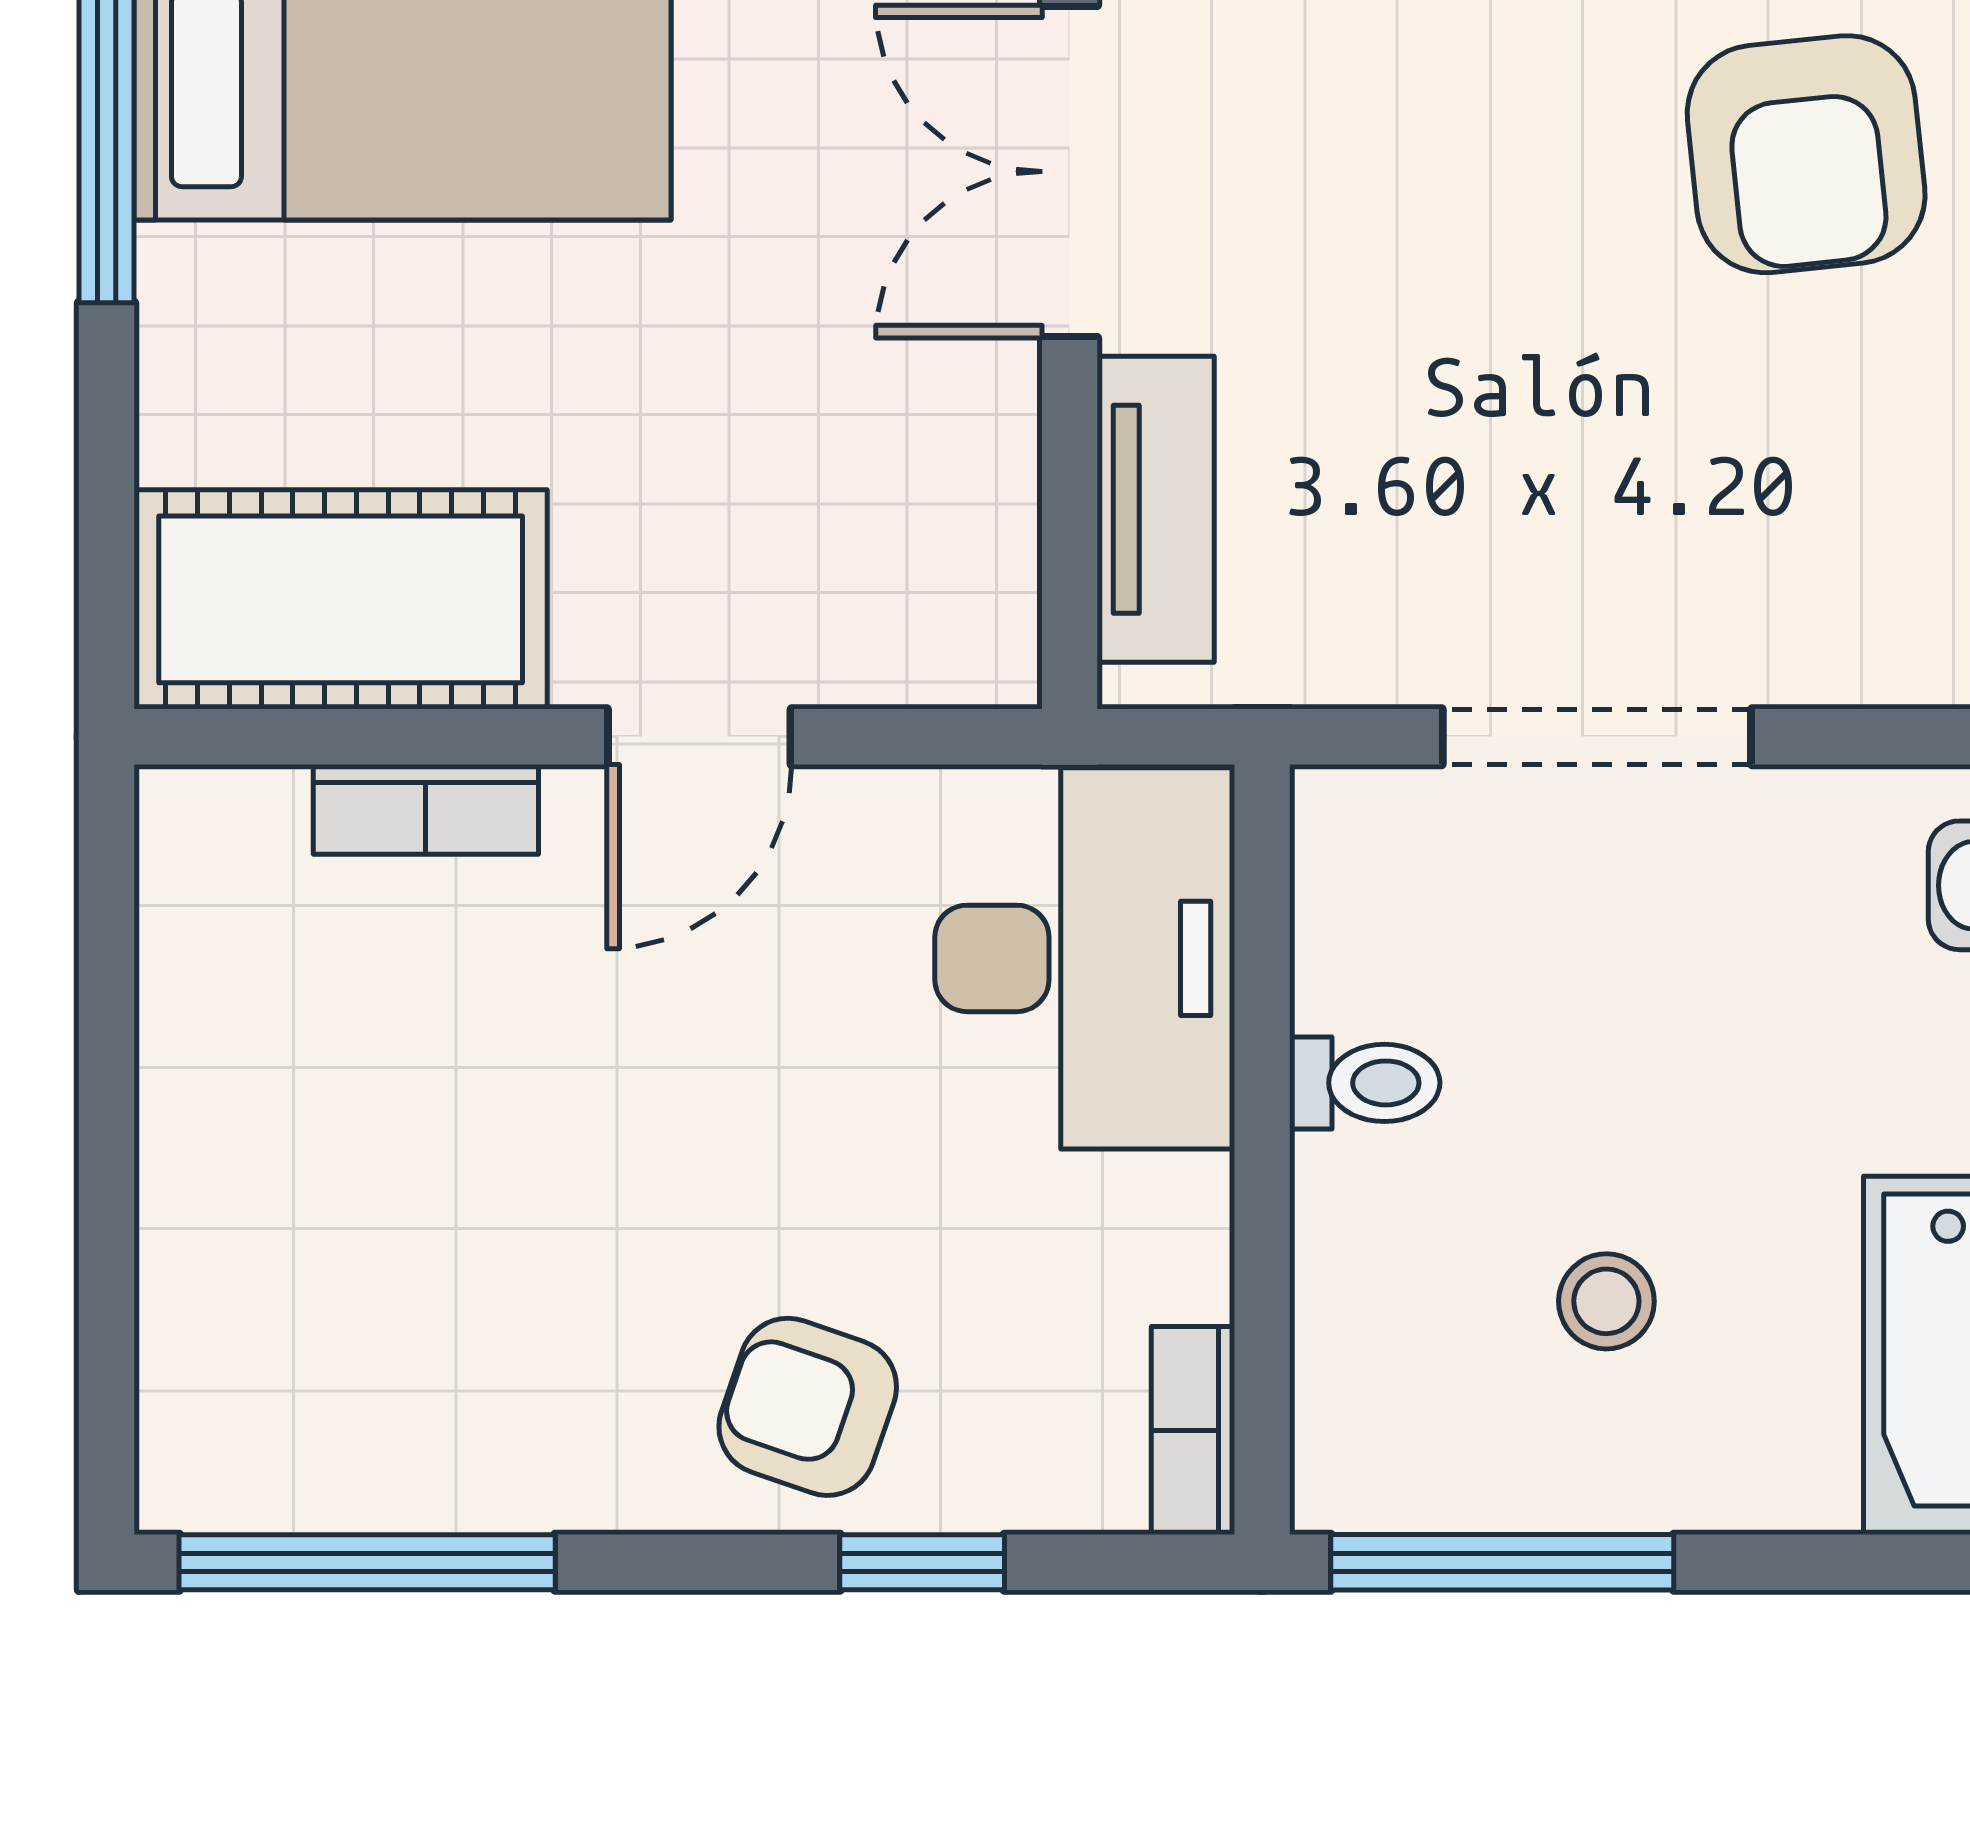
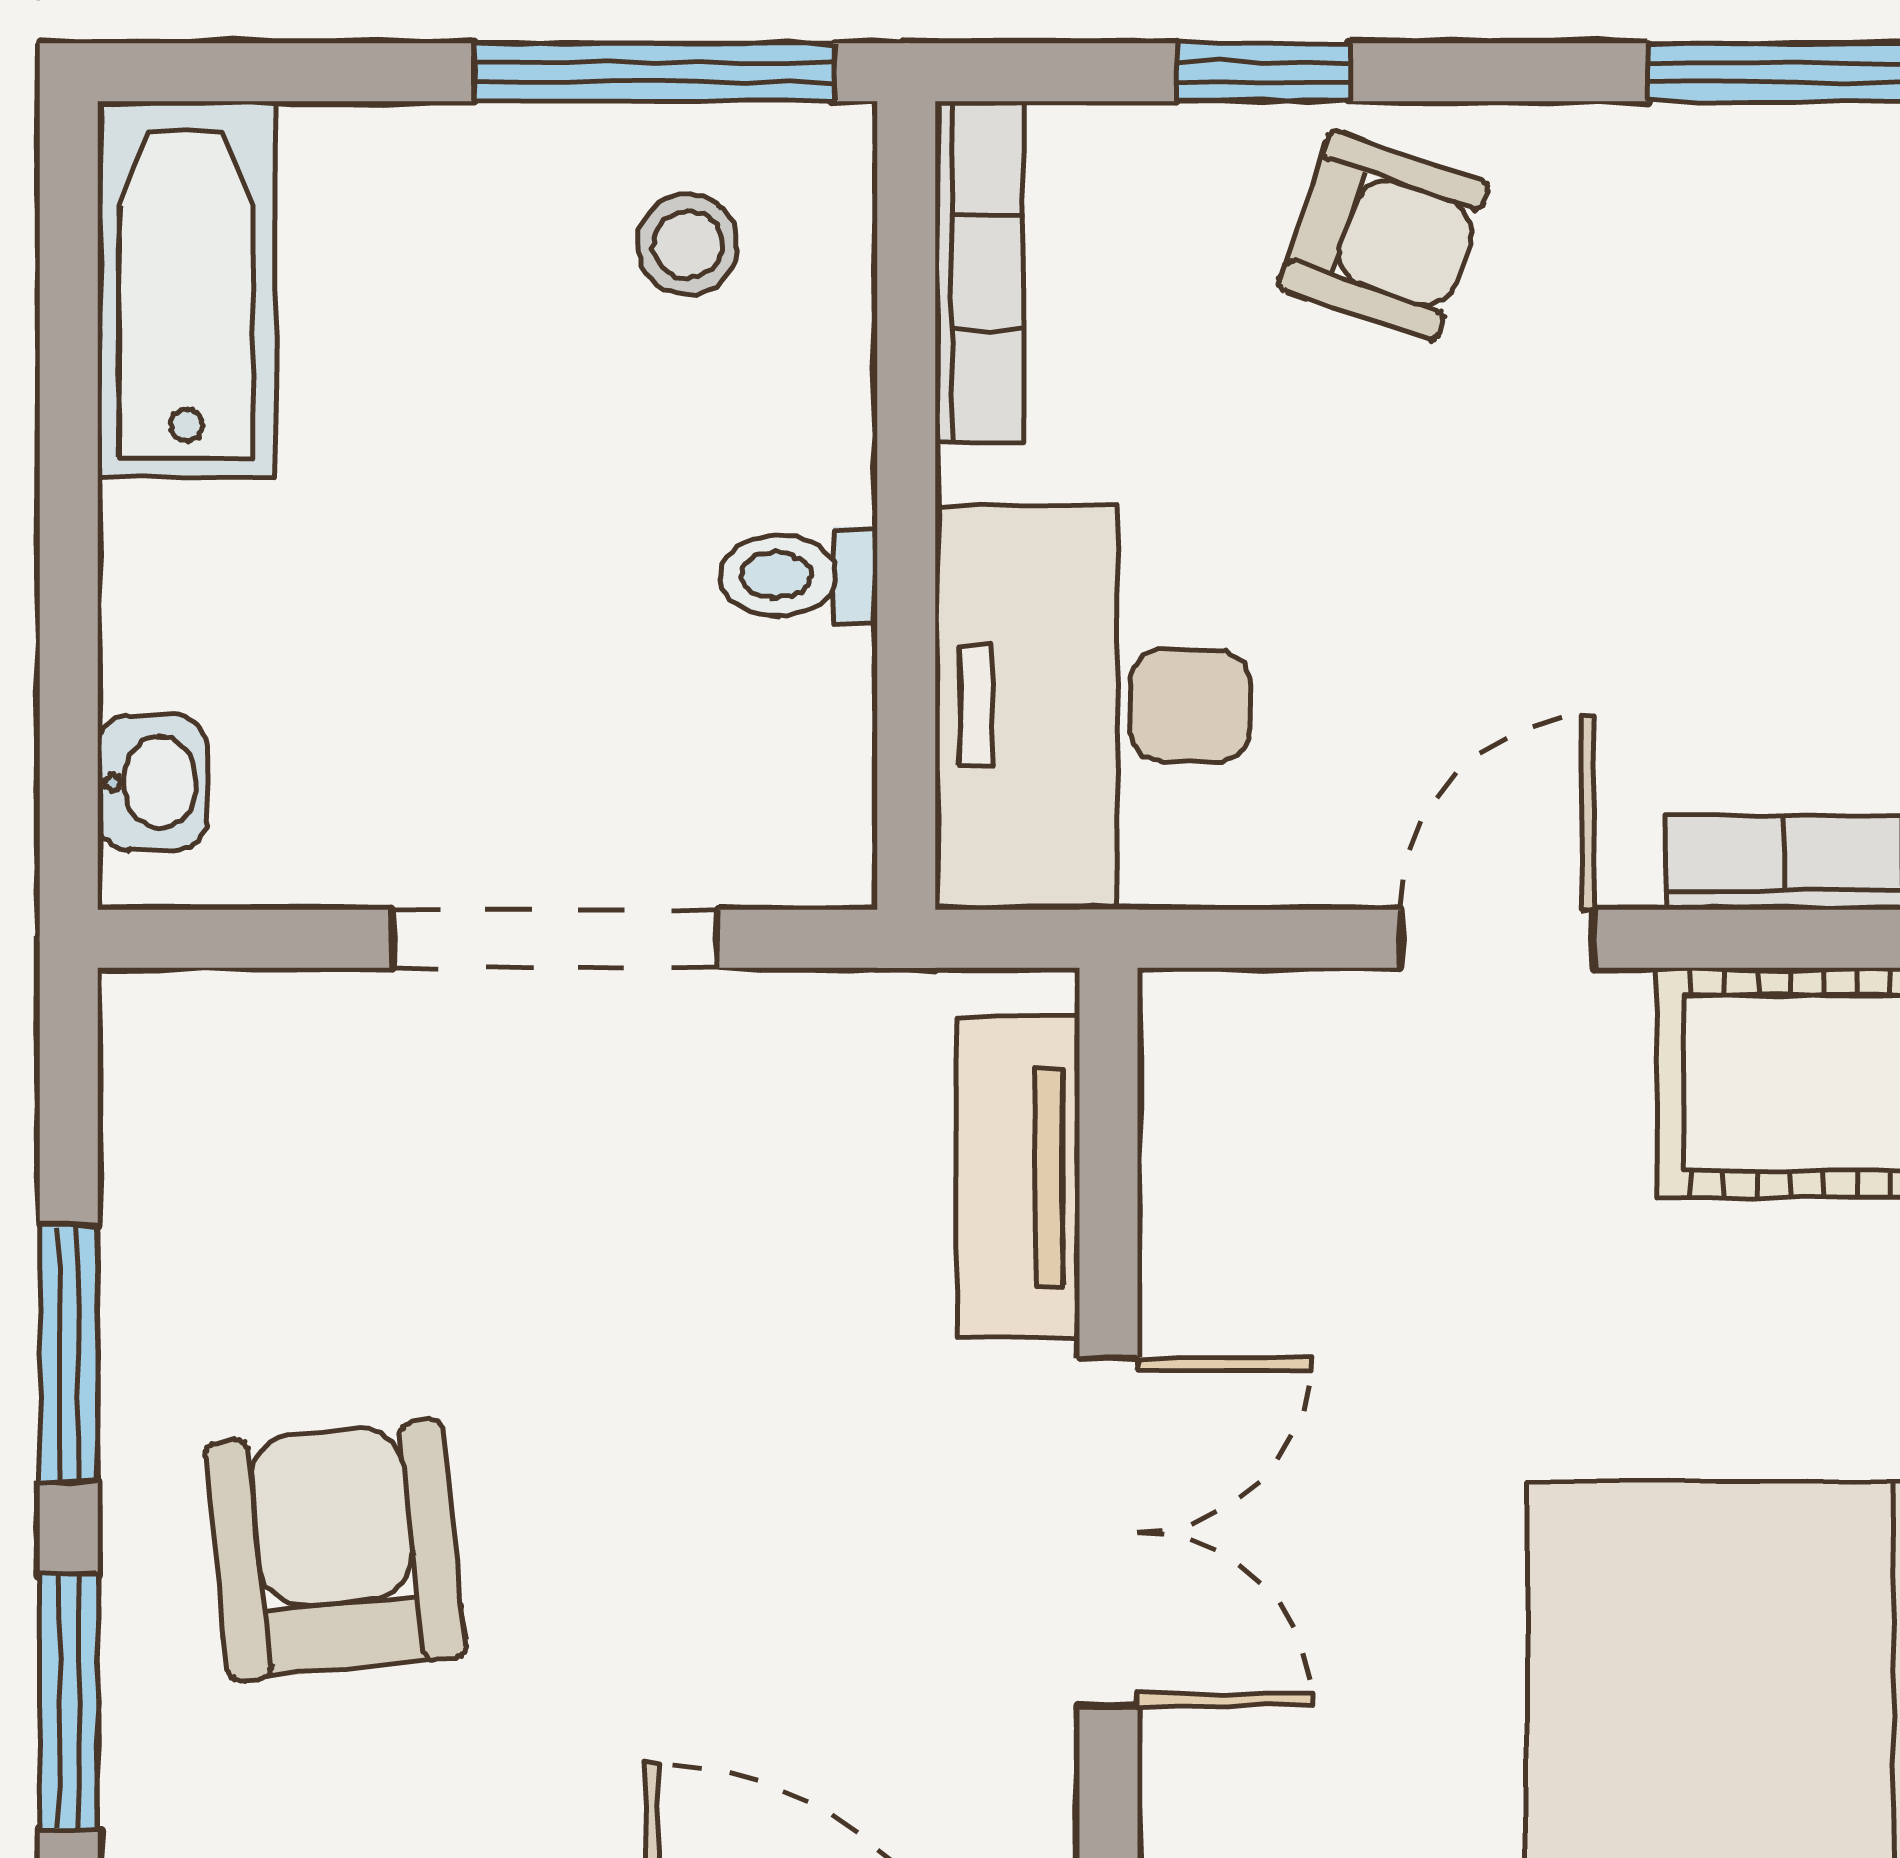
stool: (1606, 1301) -> (688, 244), moved
bookcase: (1193, 1431) -> (979, 272), width x1.56

